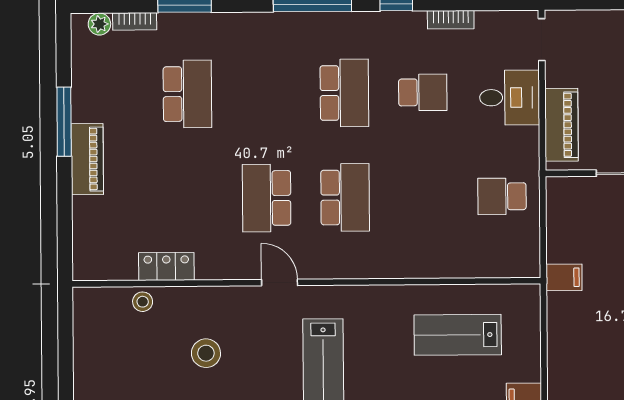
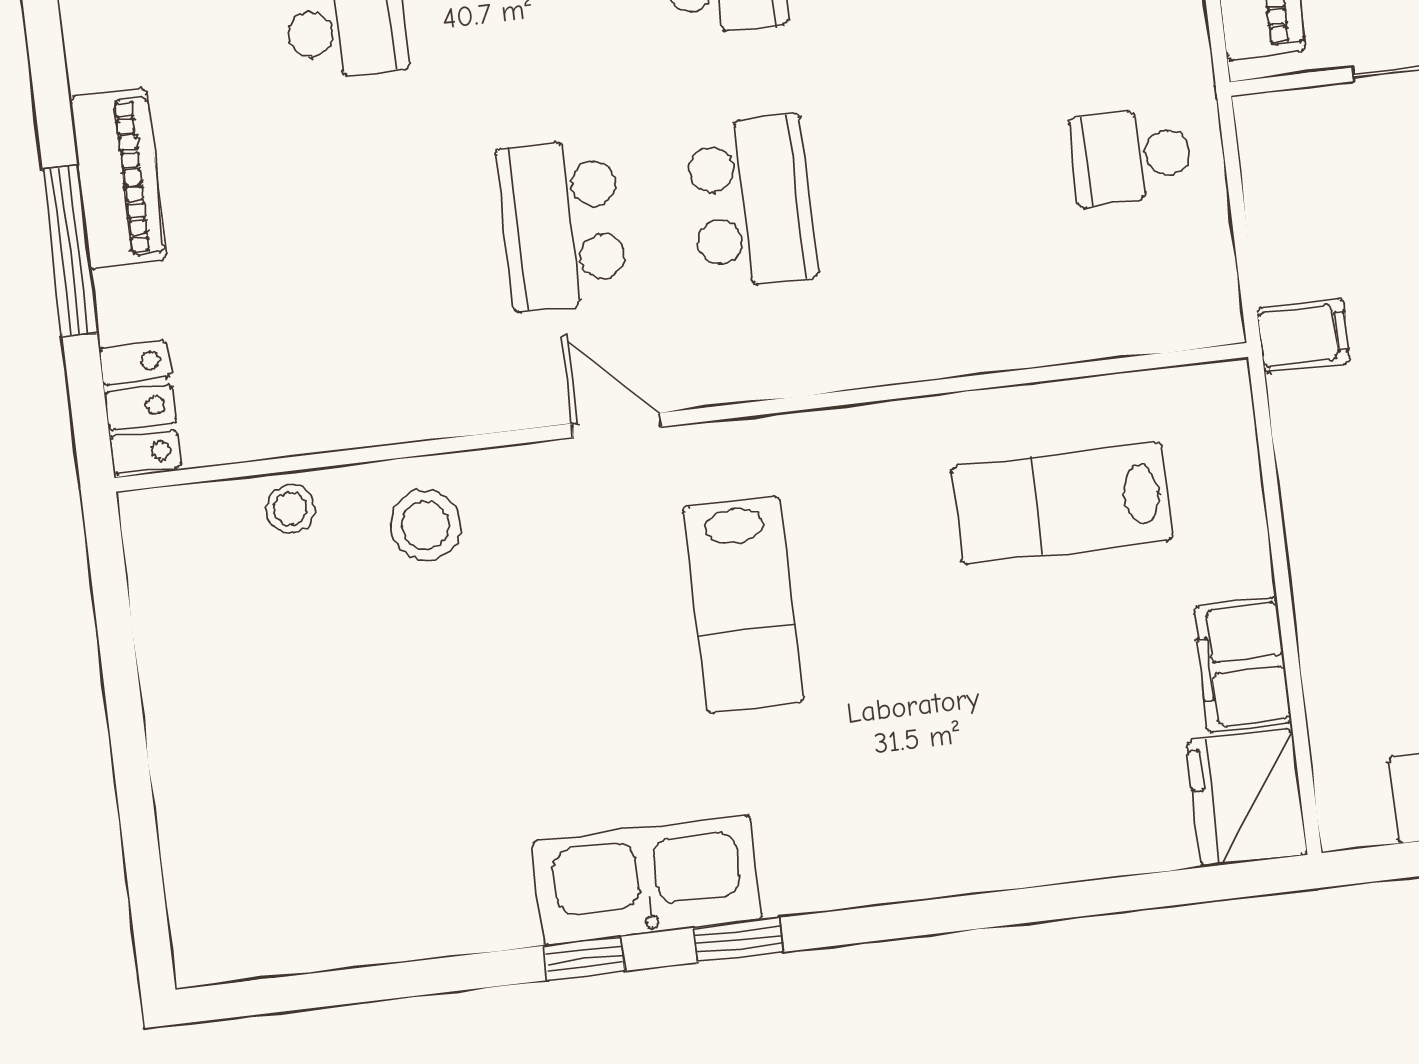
window: (64, 122) -> (70, 251), moved
locker: (166, 266) -> (140, 407), moved, turned 90
stool: (206, 353) -> (425, 525), moved

